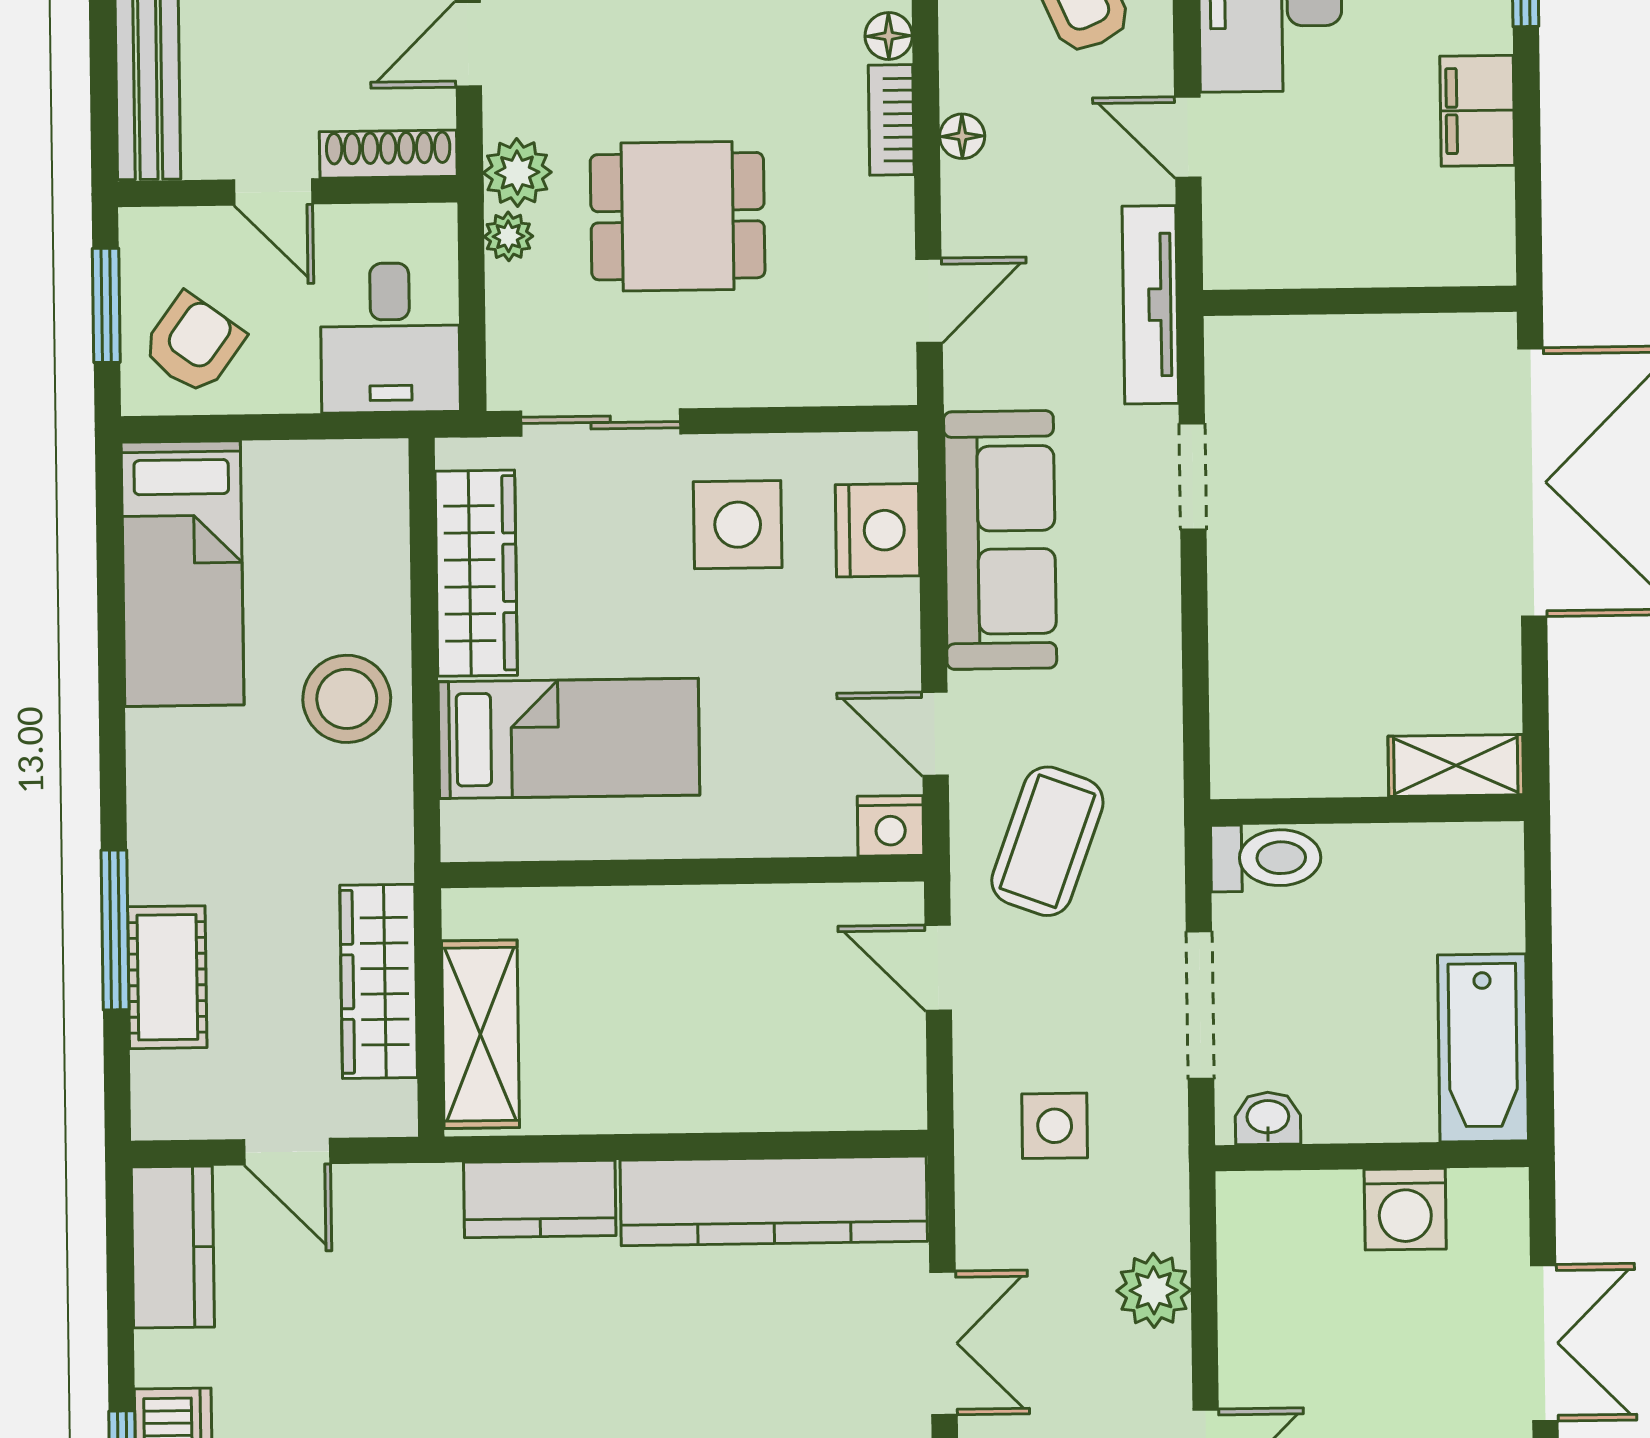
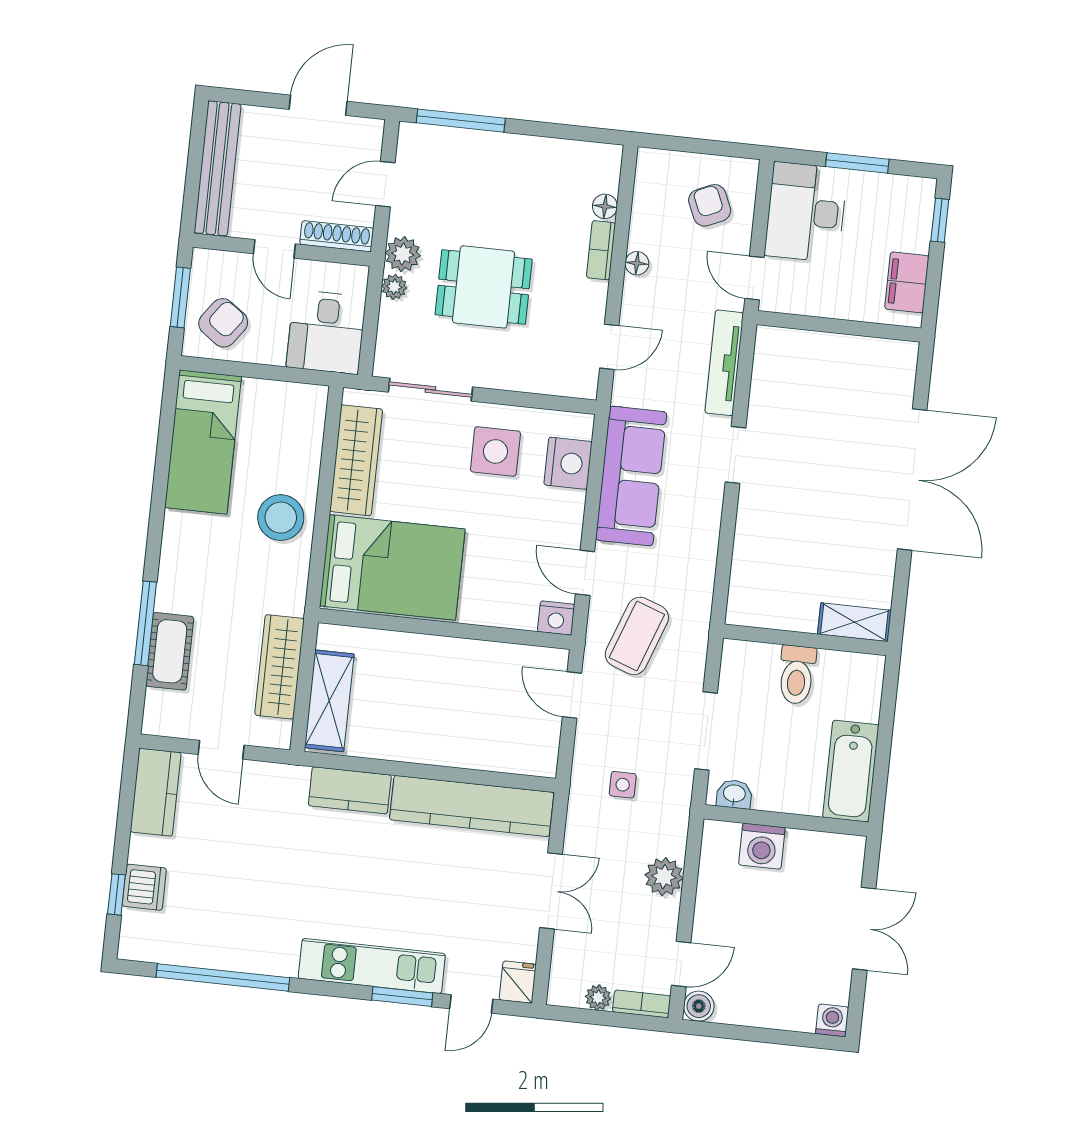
wall: (1360, 301) -> (839, 326), moved
bed: (569, 738) -> (392, 567), width x1.50
toilet: (1266, 858) -> (797, 675), moved, turned 90
side table: (1055, 1126) -> (623, 785), width x0.73, depth x0.73
washing machine: (1405, 1209) -> (762, 846), moved

